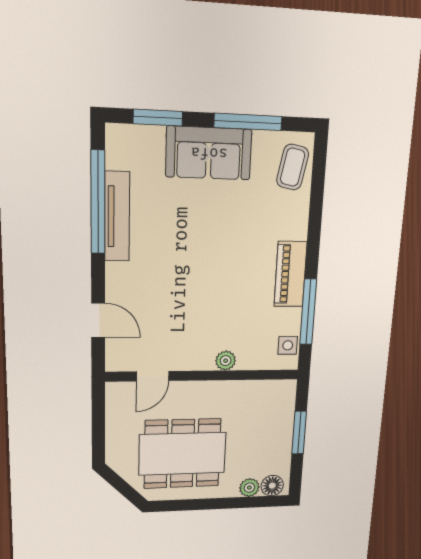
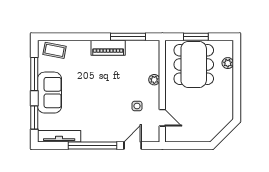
window: (98, 202) -> (93, 145), moved
tv unit: (117, 217) -> (59, 136), moved
side table: (288, 345) -> (137, 106), moved
dining table: (182, 454) -> (194, 64), moved
floor lamp: (272, 486) -> (227, 50), removed

